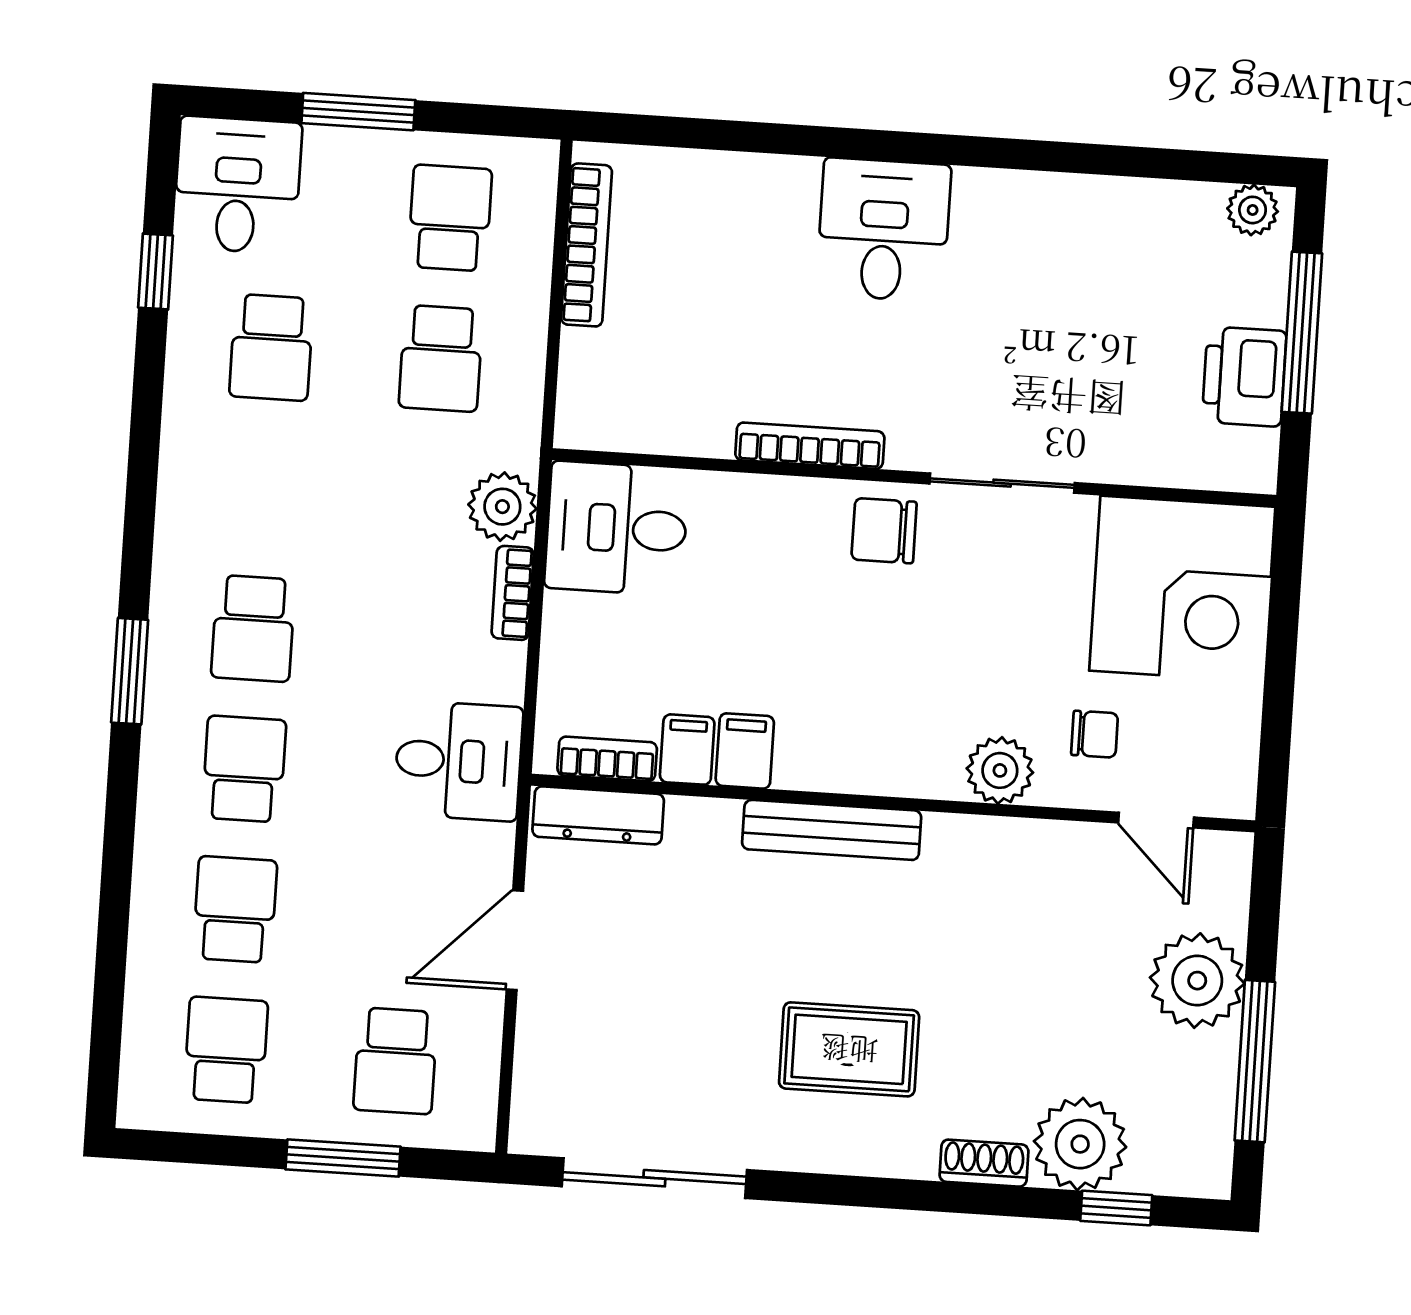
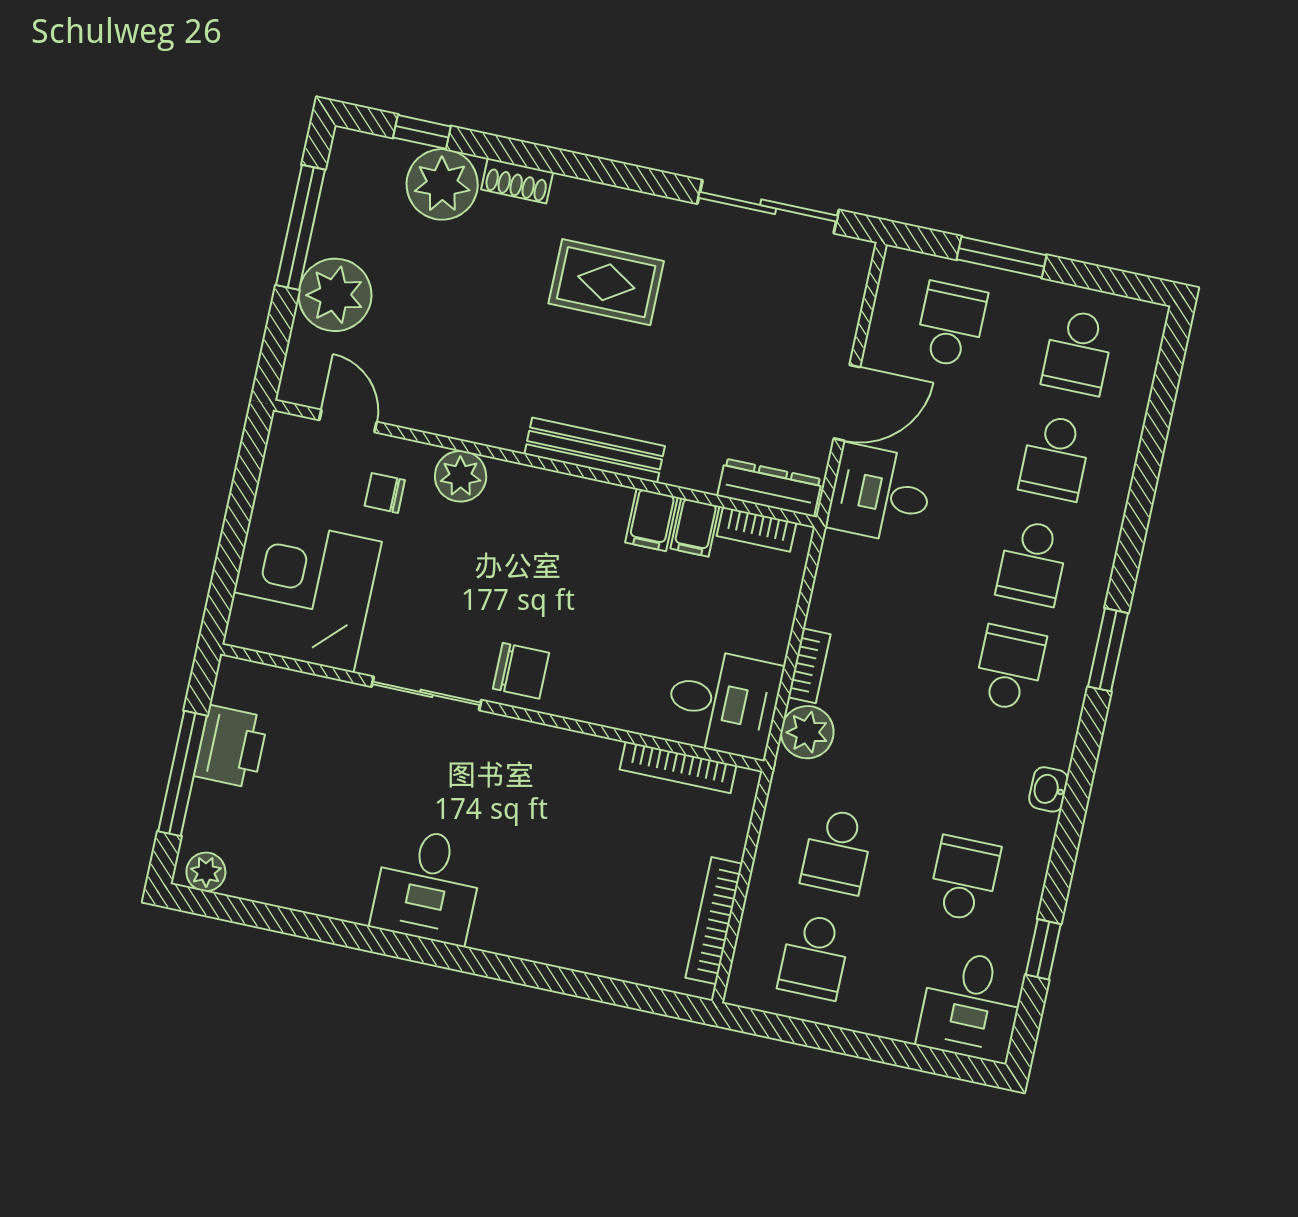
window: (358, 112) -> (872, 1047), removed
desk: (884, 230) -> (428, 886), moved
school desk: (441, 358) -> (837, 851), turned 180
bookcase: (810, 446) -> (678, 767), moved
washbasin: (180, 479) -> (1048, 789), added
desk: (458, 761) -> (880, 494), moved

